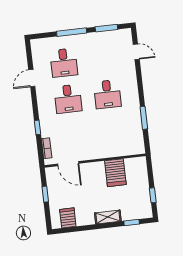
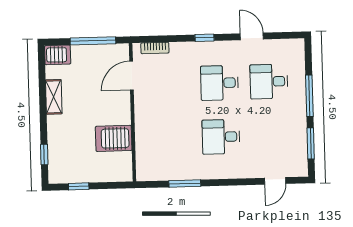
window: (38, 127) -> (205, 38), moved
window: (45, 194) -> (93, 41), width x2.17
shelving: (108, 217) -> (54, 97), moved
server rack: (68, 218) -> (58, 55), moved

